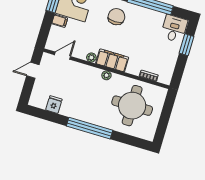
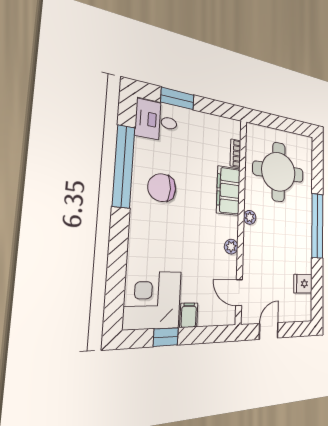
chair: (116, 17) -> (162, 188), moved
filing cabinet: (112, 60) -> (228, 191), moved
door: (33, 70) -> (269, 331), swing flipped

